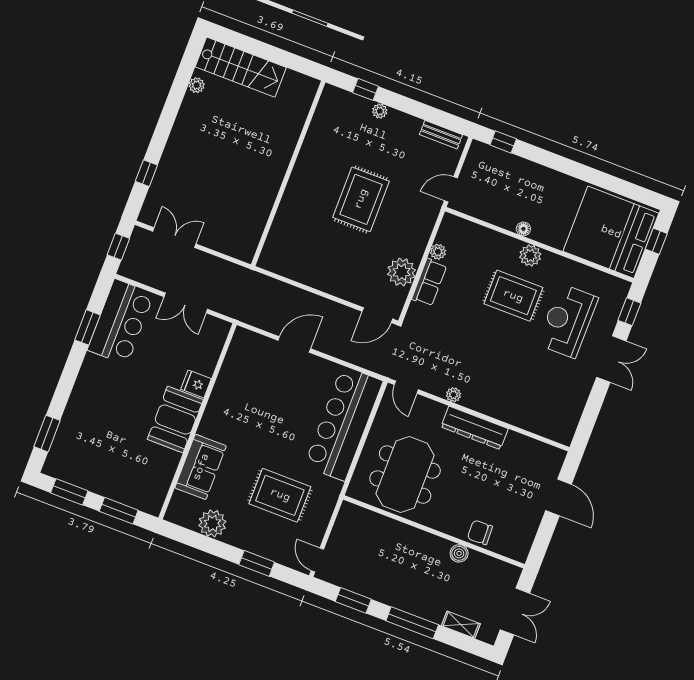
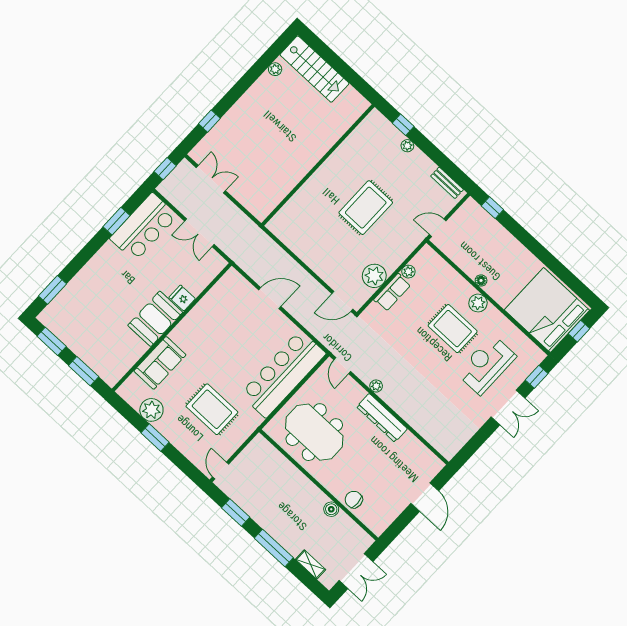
meeting table: (405, 475) -> (314, 432), turned 90
window: (257, 563) -> (155, 437), moved

